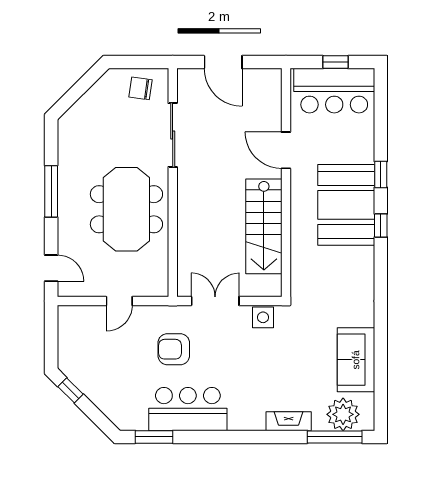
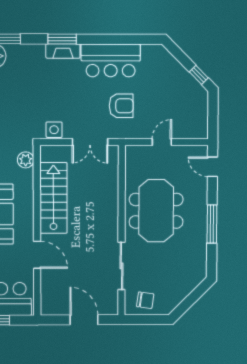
plant: (301, 277) -> (26, 160), added
fireplace: (289, 421) -> (63, 51), moved
window: (154, 437) -> (62, 39), moved

